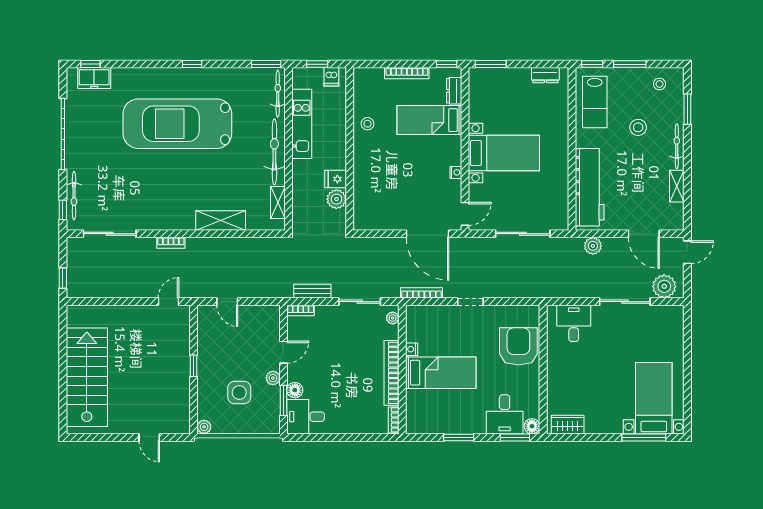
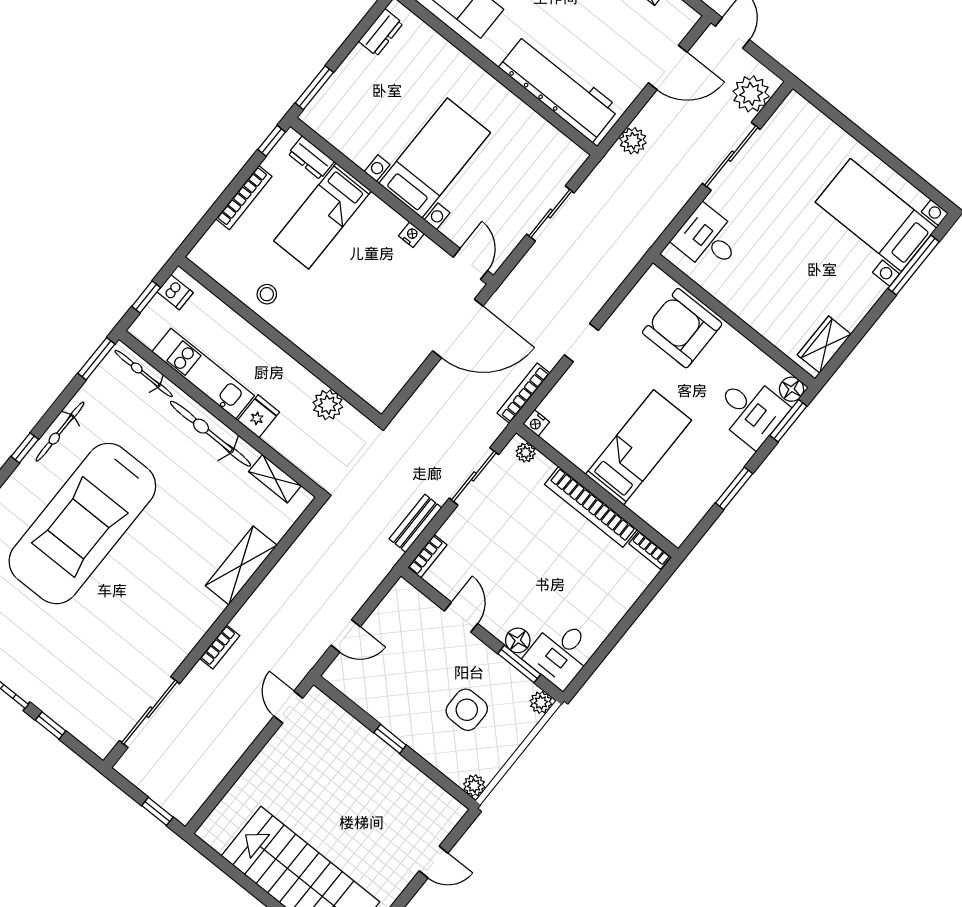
fridge: (336, 179) -> (258, 416), moved, turned 180
bicycle: (74, 196) -> (60, 432), moved, turned 90
window: (63, 210) -> (51, 726), moved
sliding door: (523, 234) -> (550, 213), width x0.73
nightstand: (412, 349) -> (536, 423), moved
plant: (273, 378) -> (541, 702), moved

